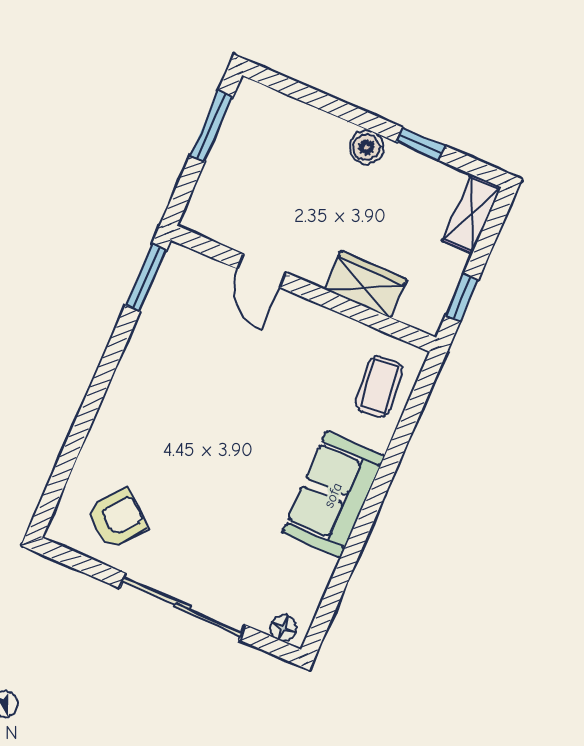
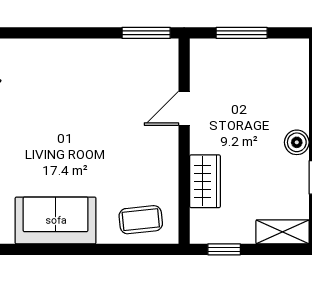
window: (212, 126) -> (242, 33), moved

